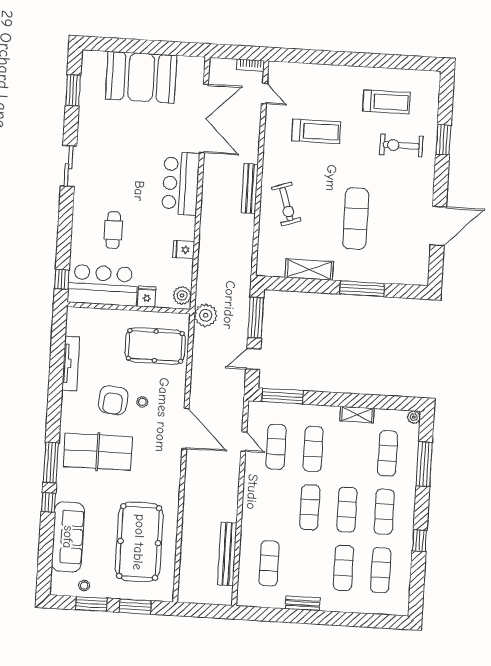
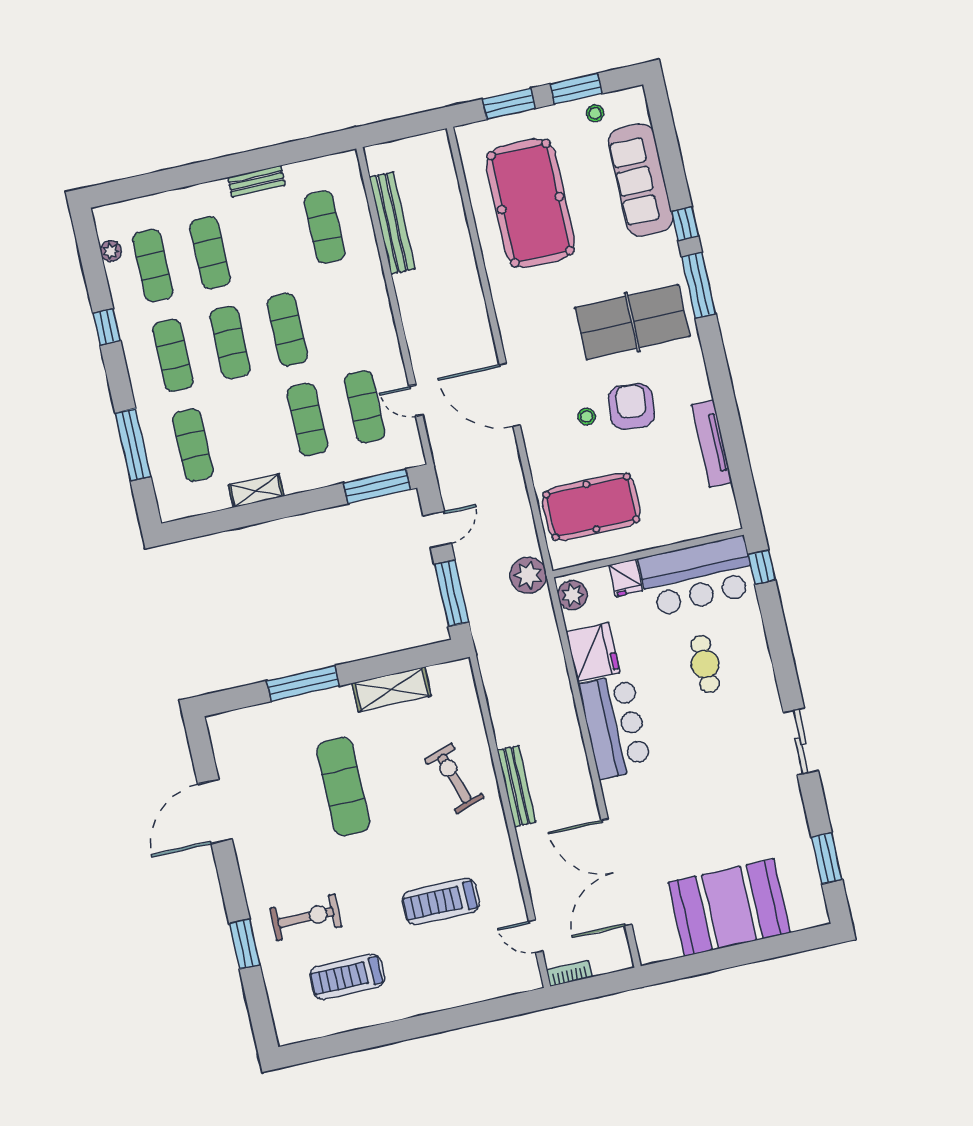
bar counter: (181, 184) -> (615, 726), moved
fridge: (184, 250) -> (593, 652), width x1.88, depth x1.34
plant: (414, 417) -> (111, 251), moved

